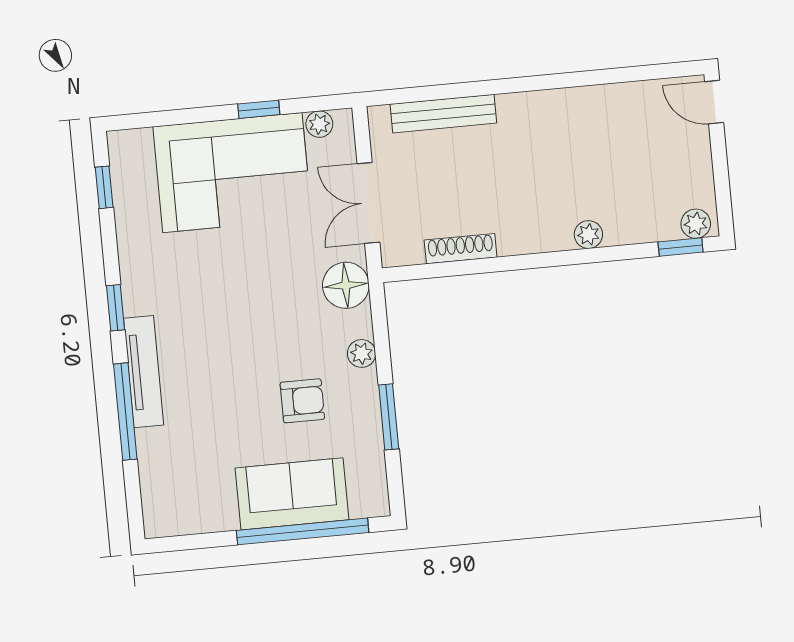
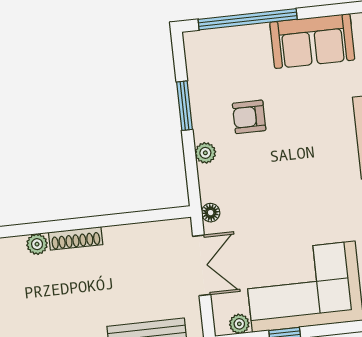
shoe rack: (461, 249) -> (76, 238), moved
floor lamp: (346, 285) -> (211, 213), width x0.53, depth x0.53
sofa: (292, 494) -> (312, 41), moved

